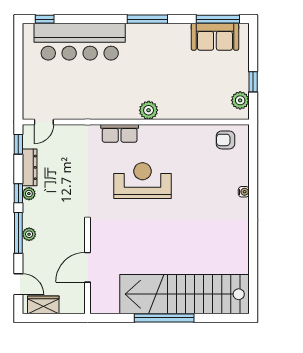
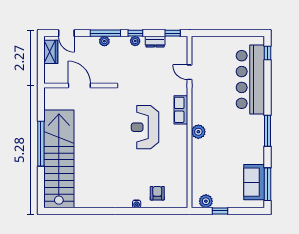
door: (44, 122) -> (190, 72), moved
armchair: (225, 140) -> (157, 193), moved
dresser: (30, 167) -> (155, 42), width x0.70
reception desk: (143, 181) -> (145, 127), turned 180
door: (18, 284) -> (66, 33), hinge flipped

